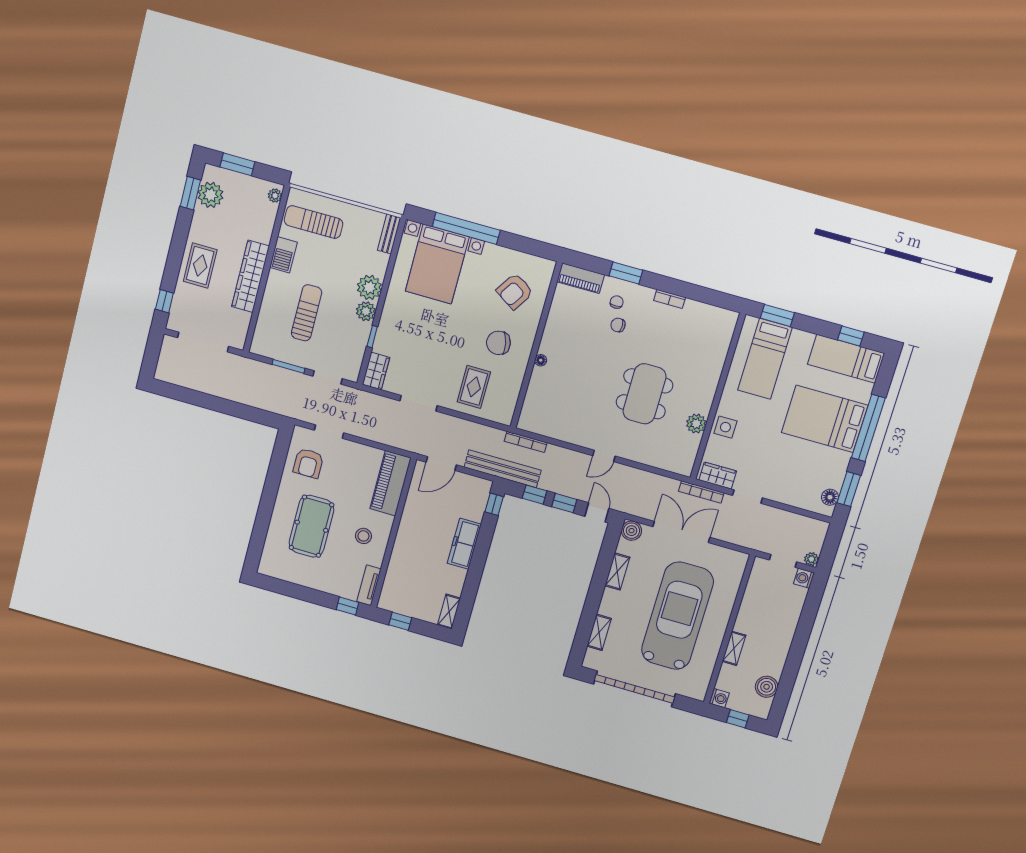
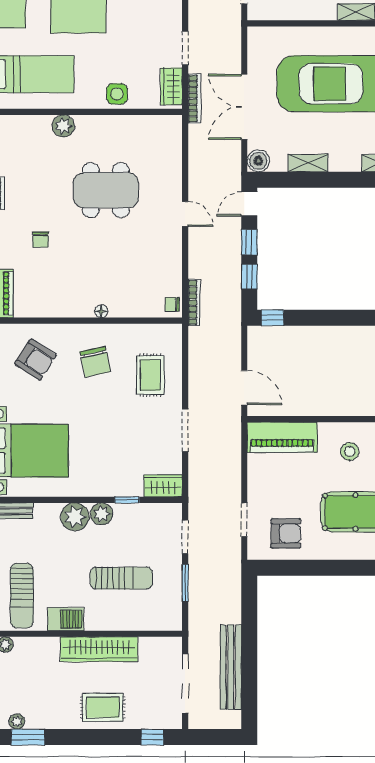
plant: (210, 195) -> (17, 722), width x0.53, depth x0.53
chair: (617, 302) -> (172, 304), moved
sun lounger: (307, 313) -> (121, 578), turned 180
rug: (474, 387) -> (150, 375), turned 90
plant: (696, 424) -> (63, 126), moved
bench: (503, 469) -> (231, 667), moved
freezer: (464, 544) -> (326, 338), removed

